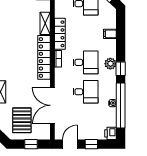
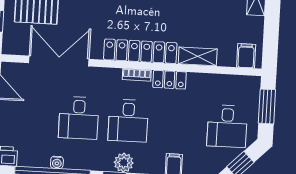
locker: (60, 34) -> (170, 80), width x0.66

